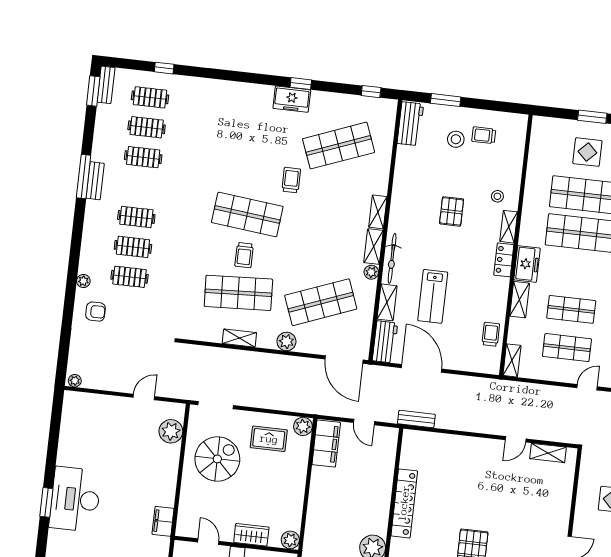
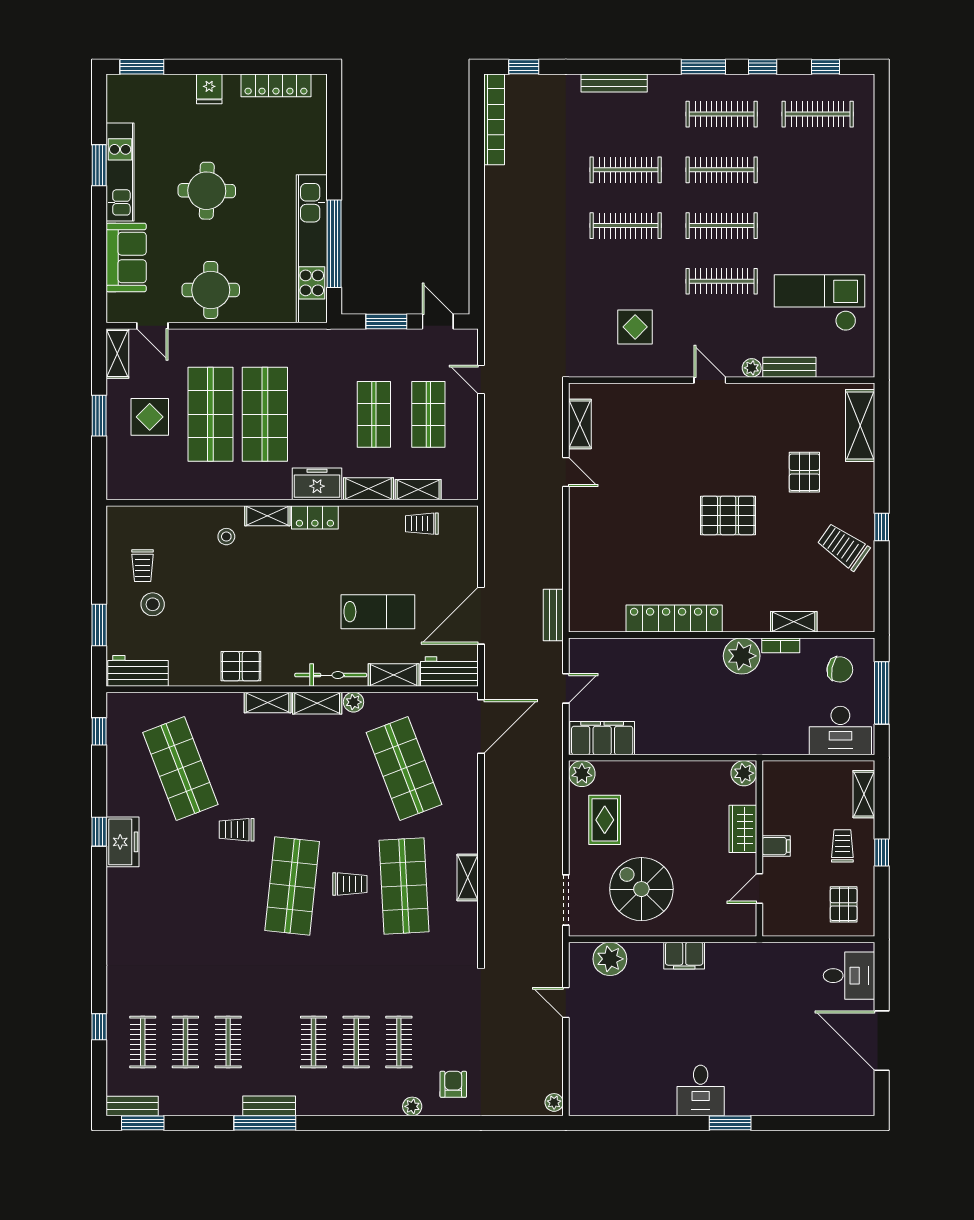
pallet: (452, 211) -> (241, 666), moved
plant: (286, 342) -> (465, 810), removed
shelving: (512, 360) -> (418, 490), moved
desk: (75, 499) -> (701, 1090), width x0.53, depth x0.77
filing cabinet: (163, 521) -> (684, 956), moved

